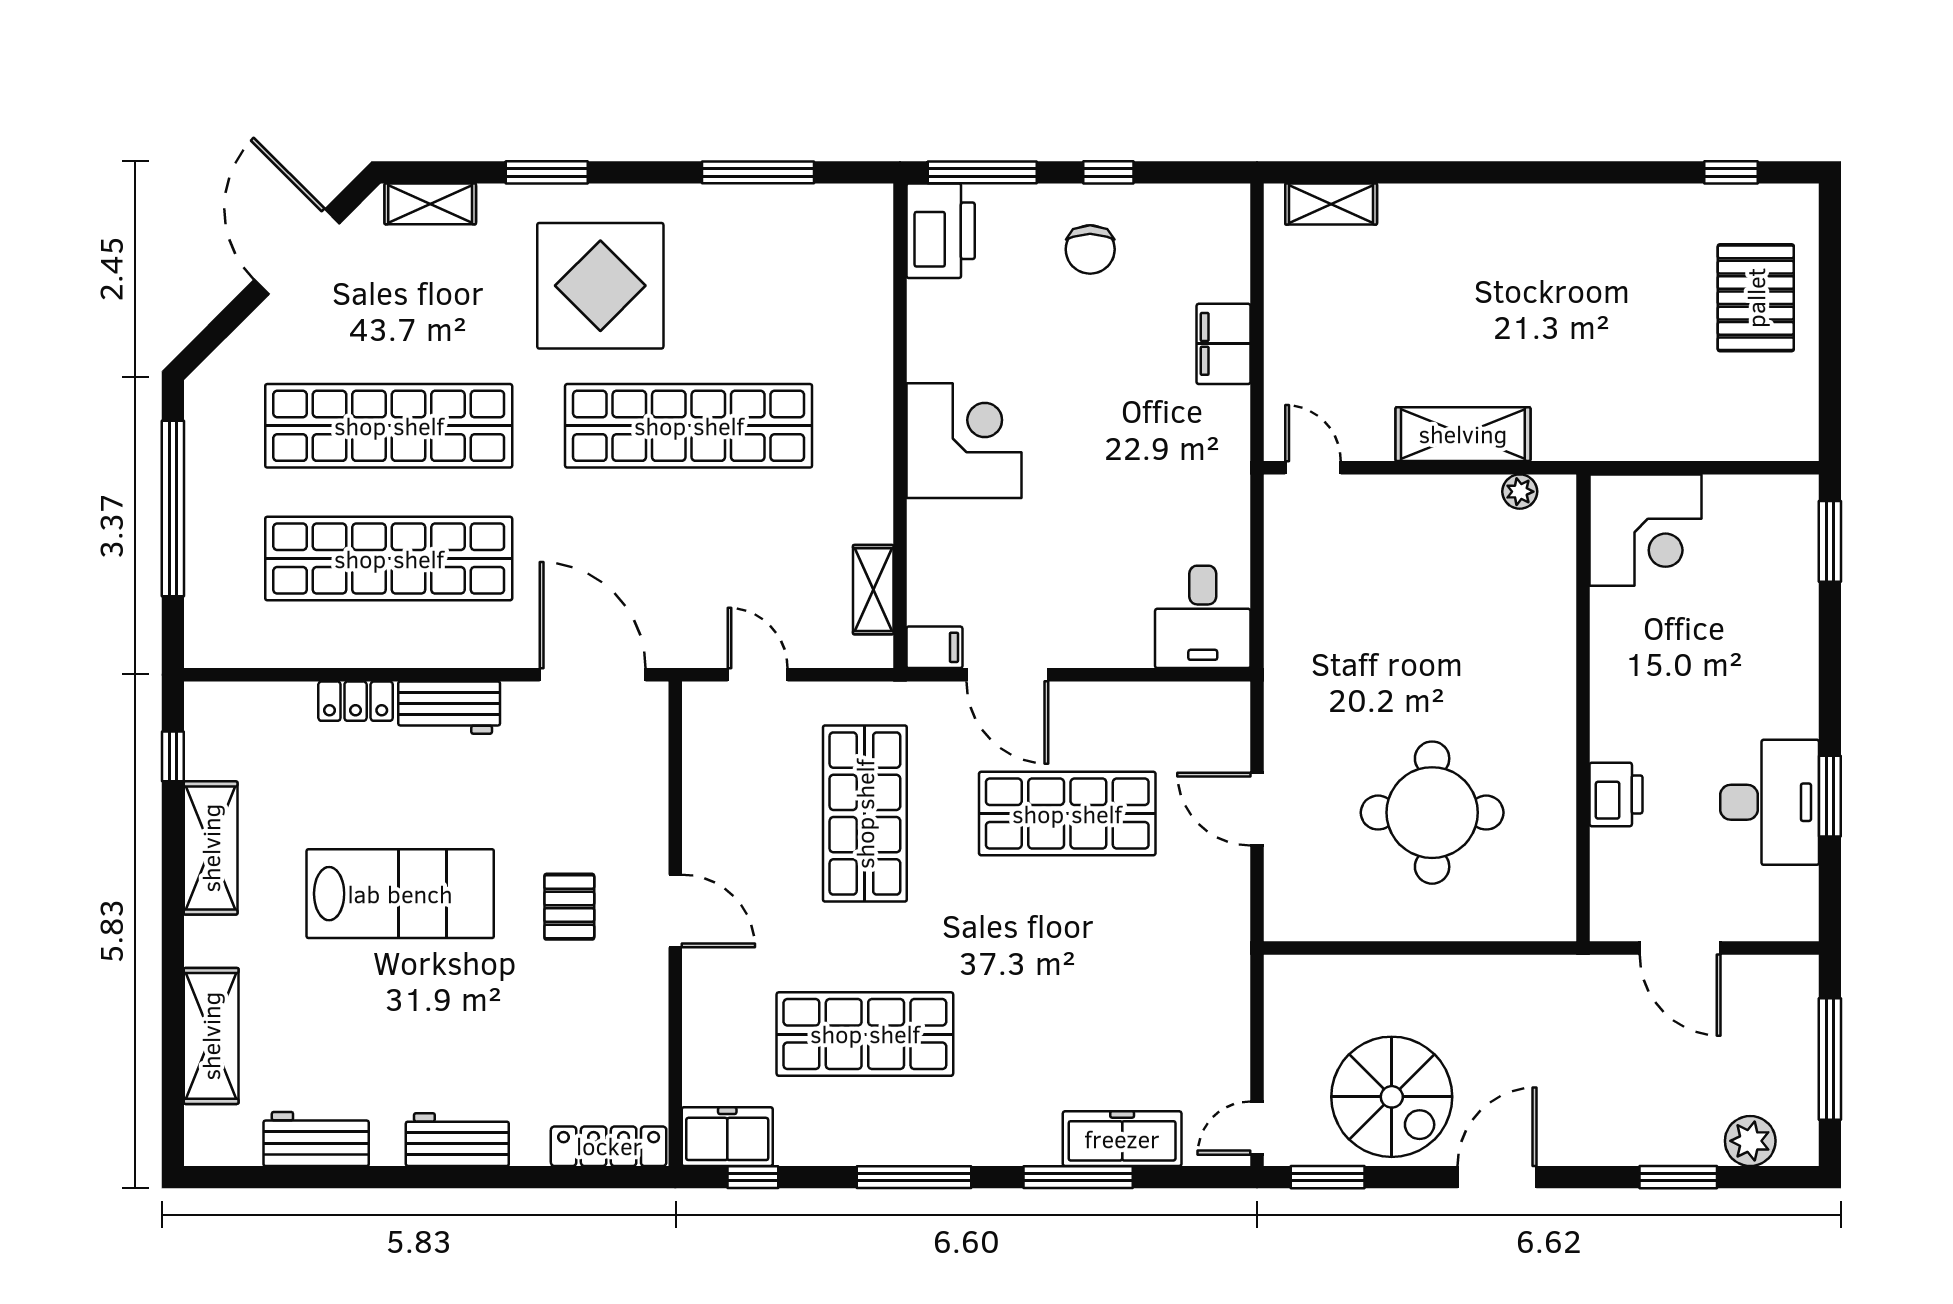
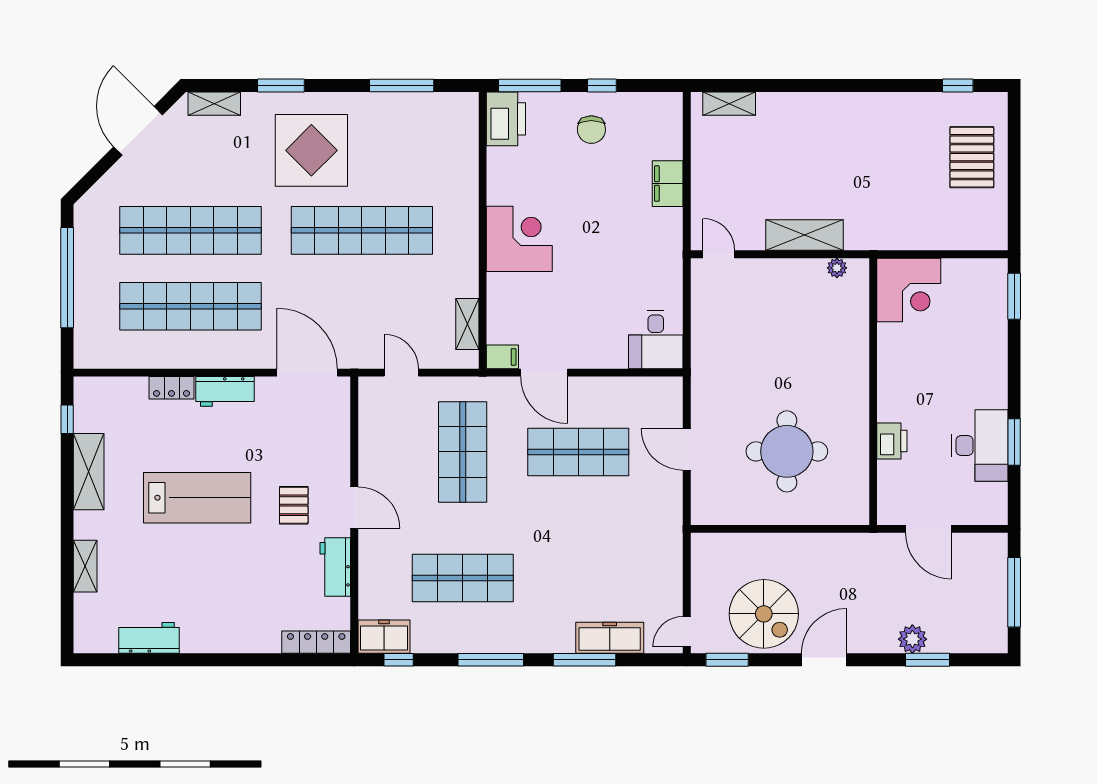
shelving: (211, 1036) -> (85, 566), width x0.67, depth x0.75
workbench: (457, 1140) -> (335, 567), moved, turned -90
plant: (1750, 1141) -> (912, 639), moved

